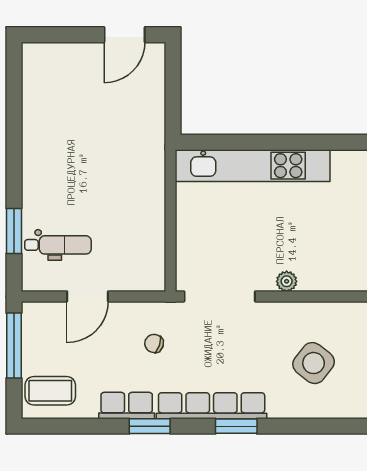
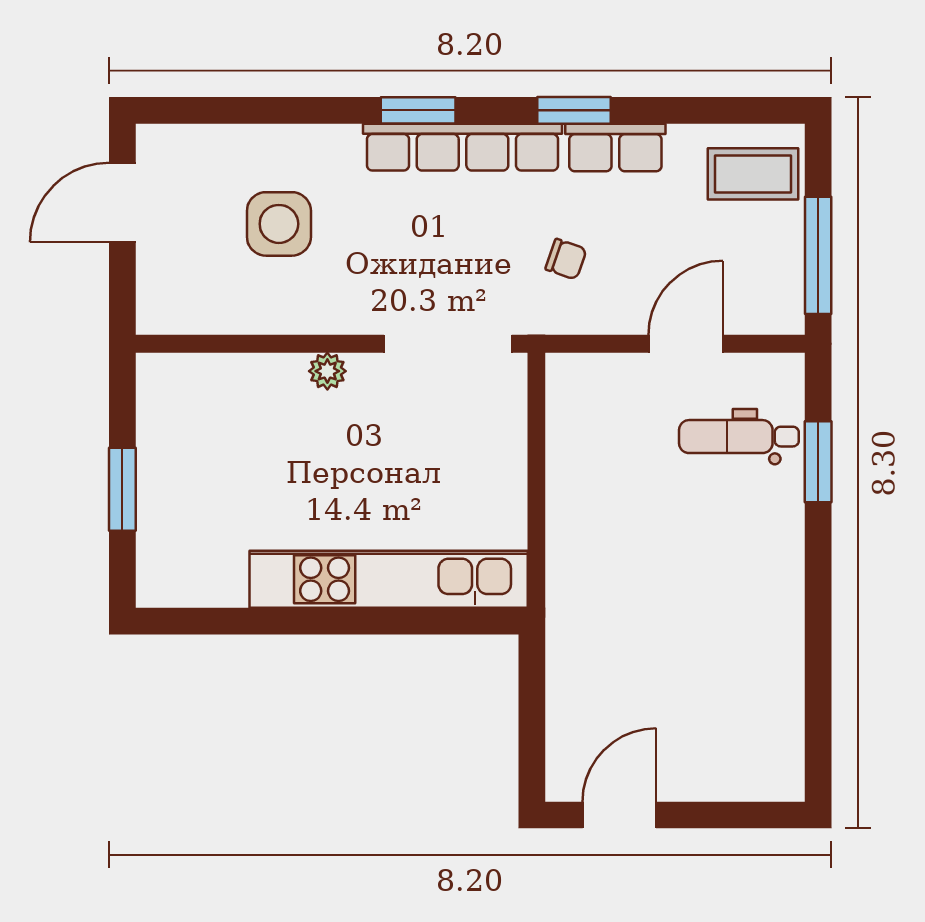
side table: (314, 363) -> (279, 224), turned -38

